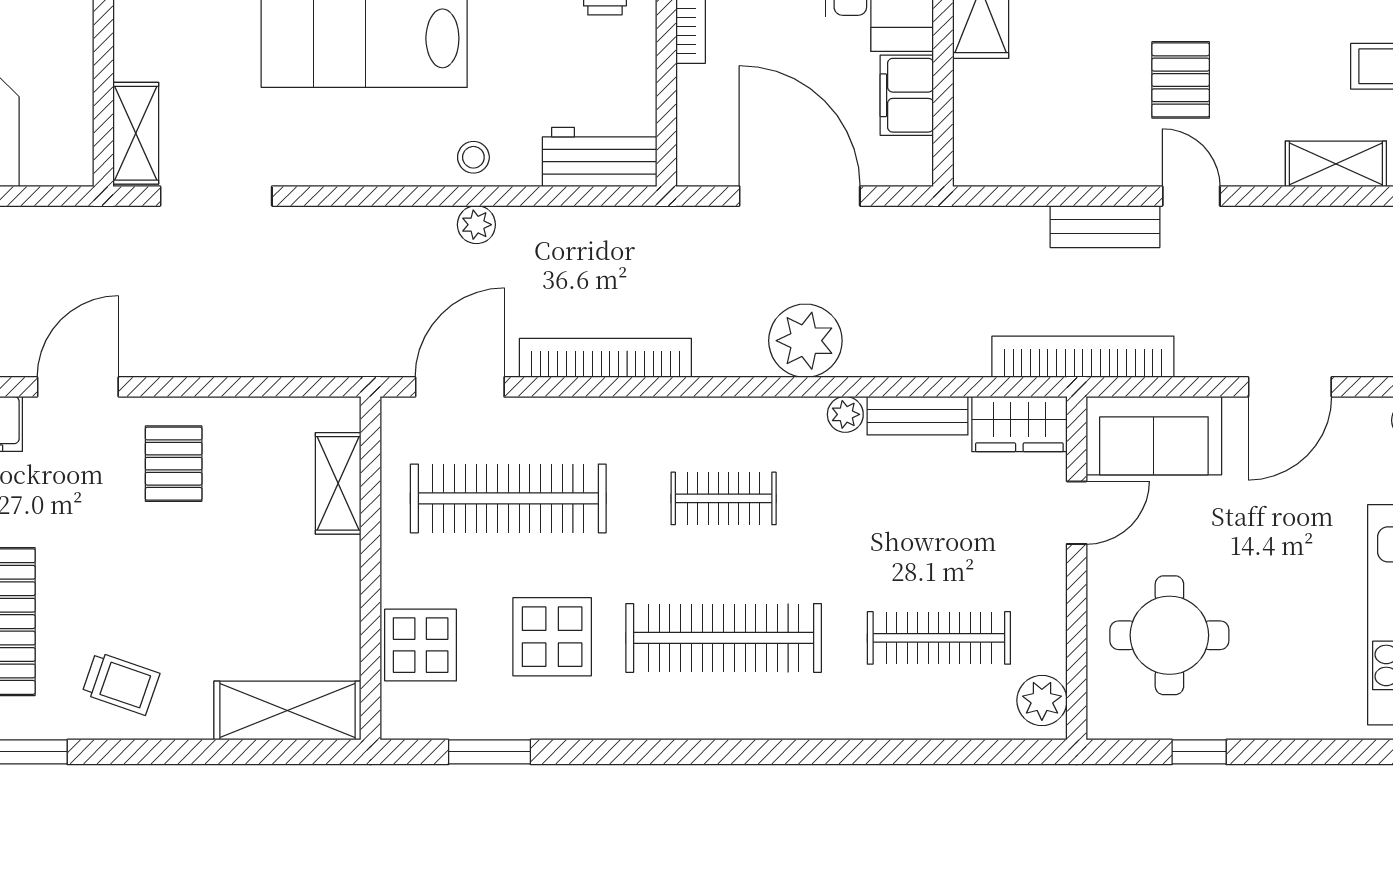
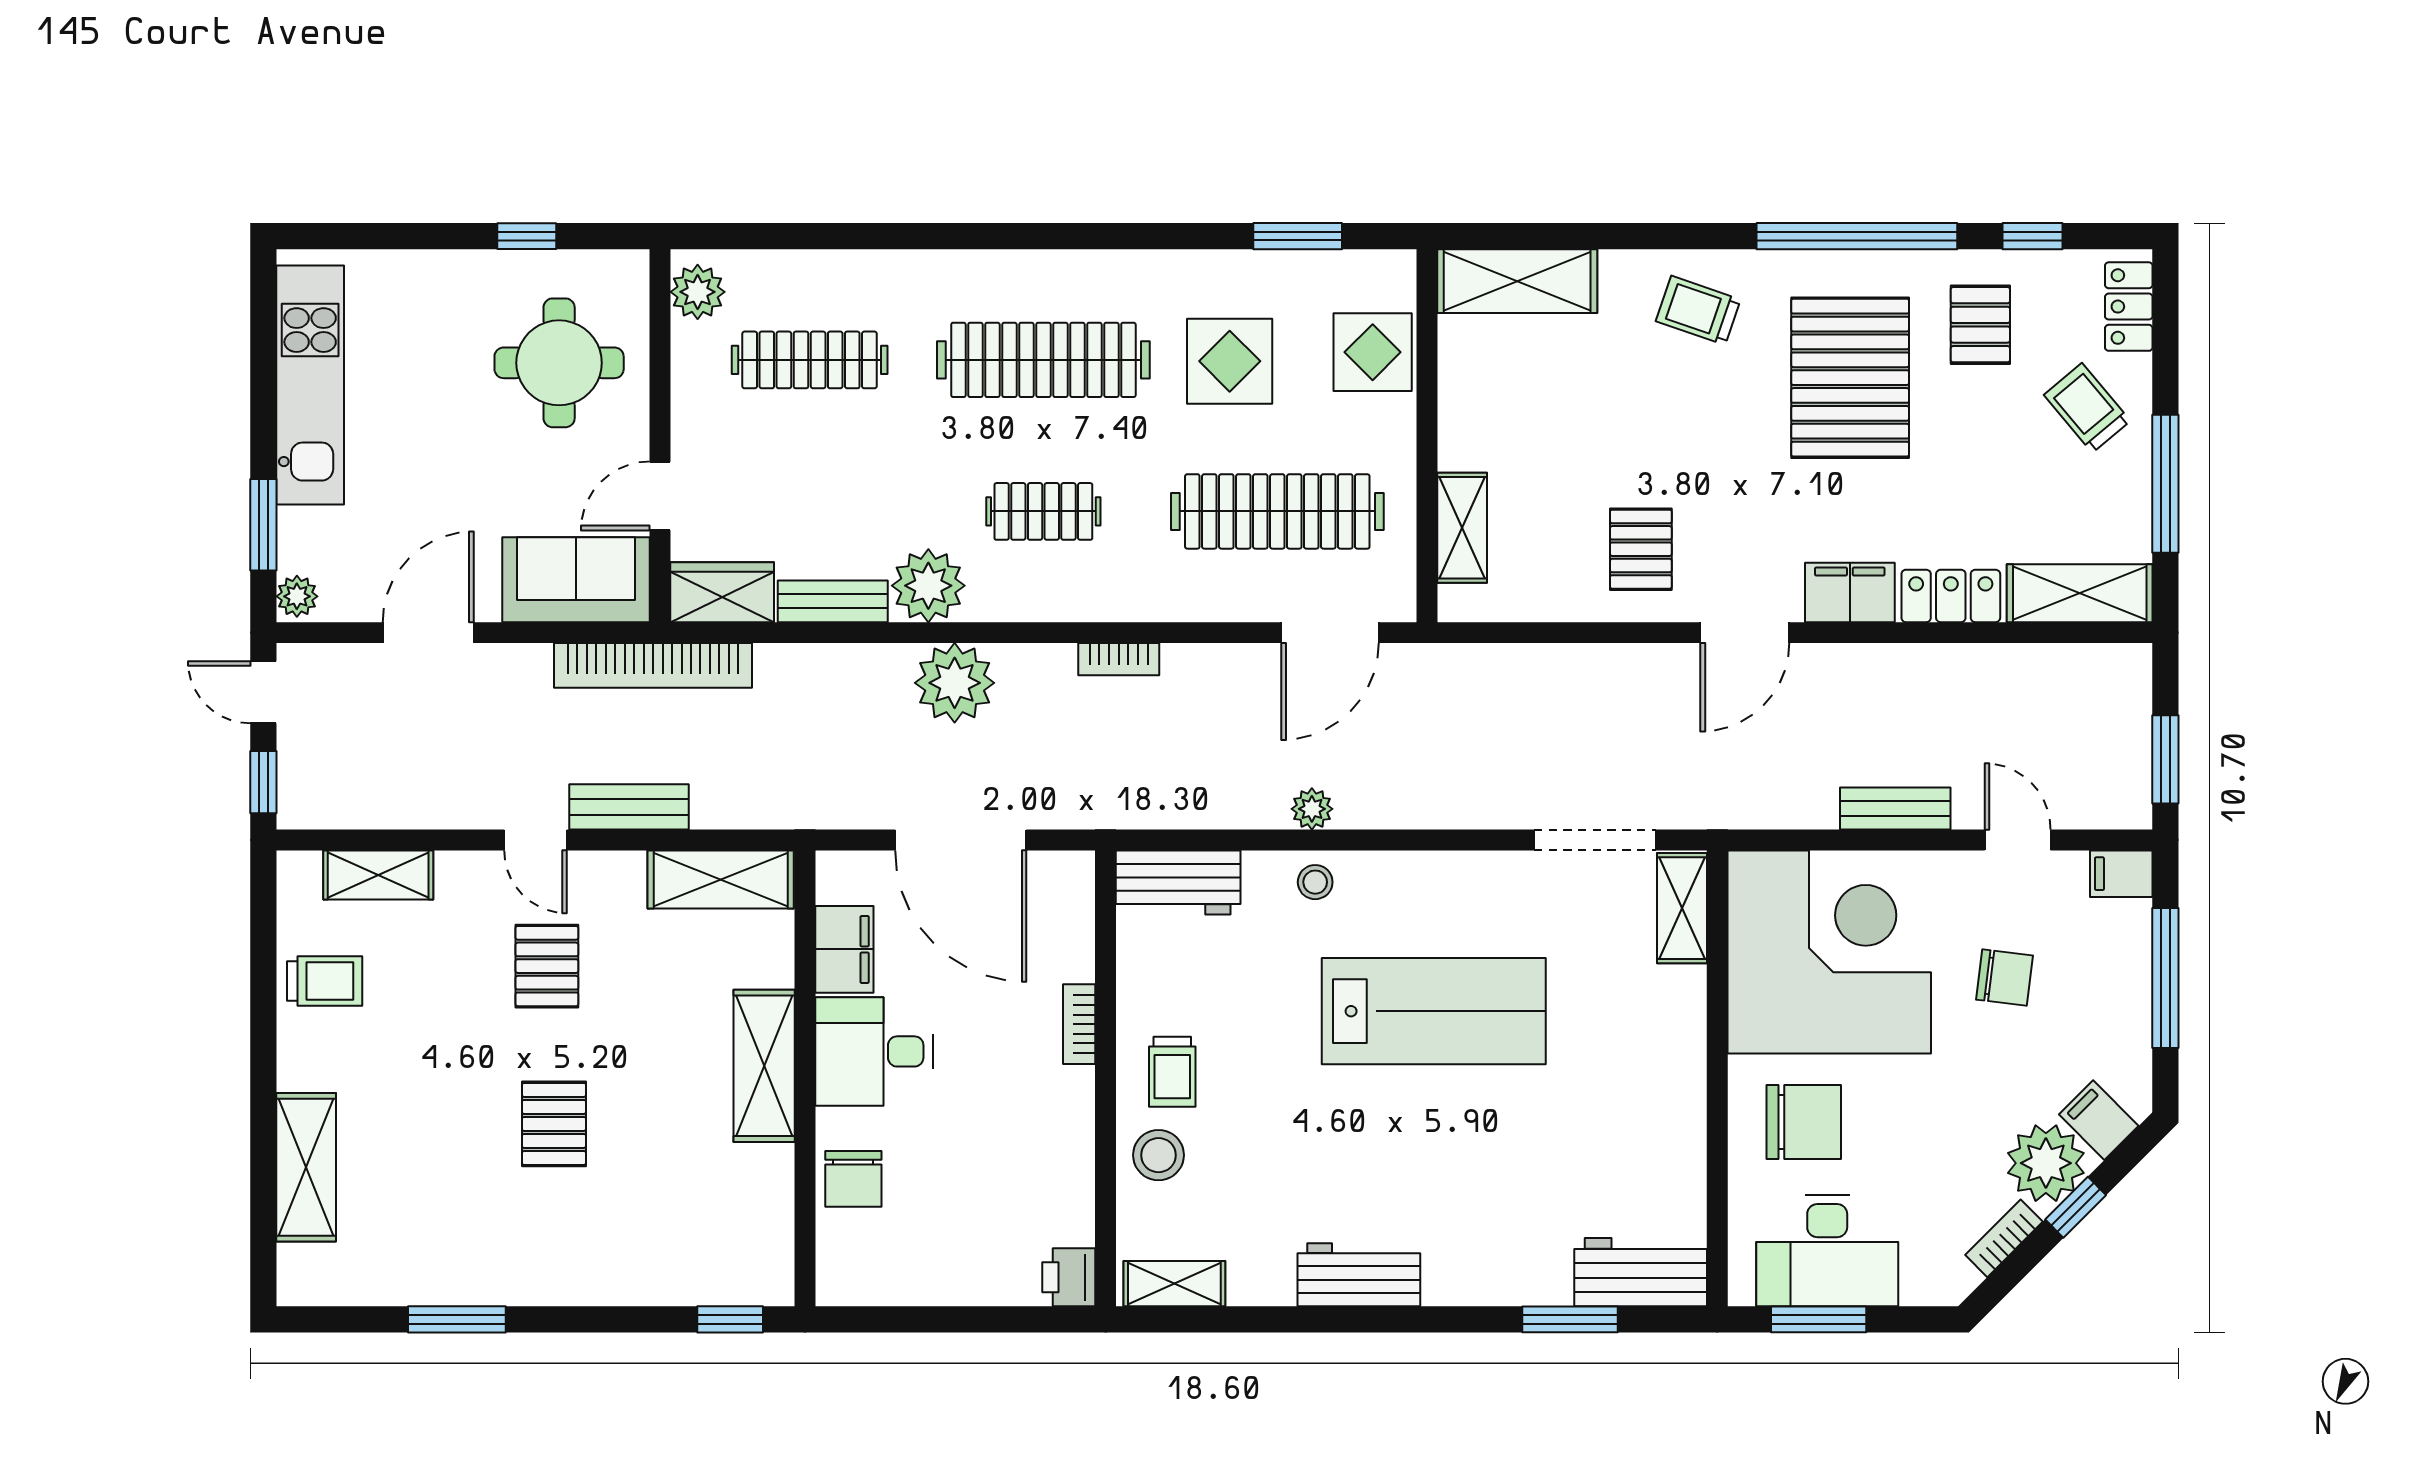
shelving: (1021, 160) -> (721, 879), added
bookcase: (605, 358) -> (1119, 659), width x0.43, depth x0.76
plant: (845, 414) -> (928, 586), width x1.88, depth x1.88

